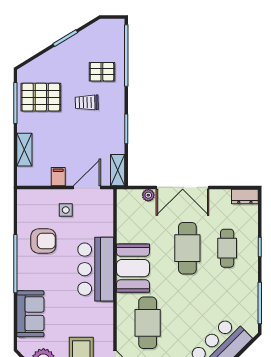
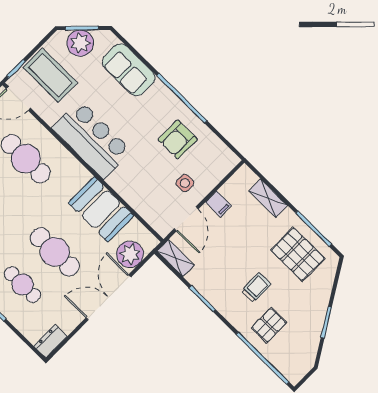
pallet: (41, 97) -> (298, 254), turned 90
plant: (148, 195) -> (130, 254), width x1.88, depth x1.88
booth: (133, 268) -> (101, 209), moved
bar counter: (96, 269) -> (92, 140), moved

